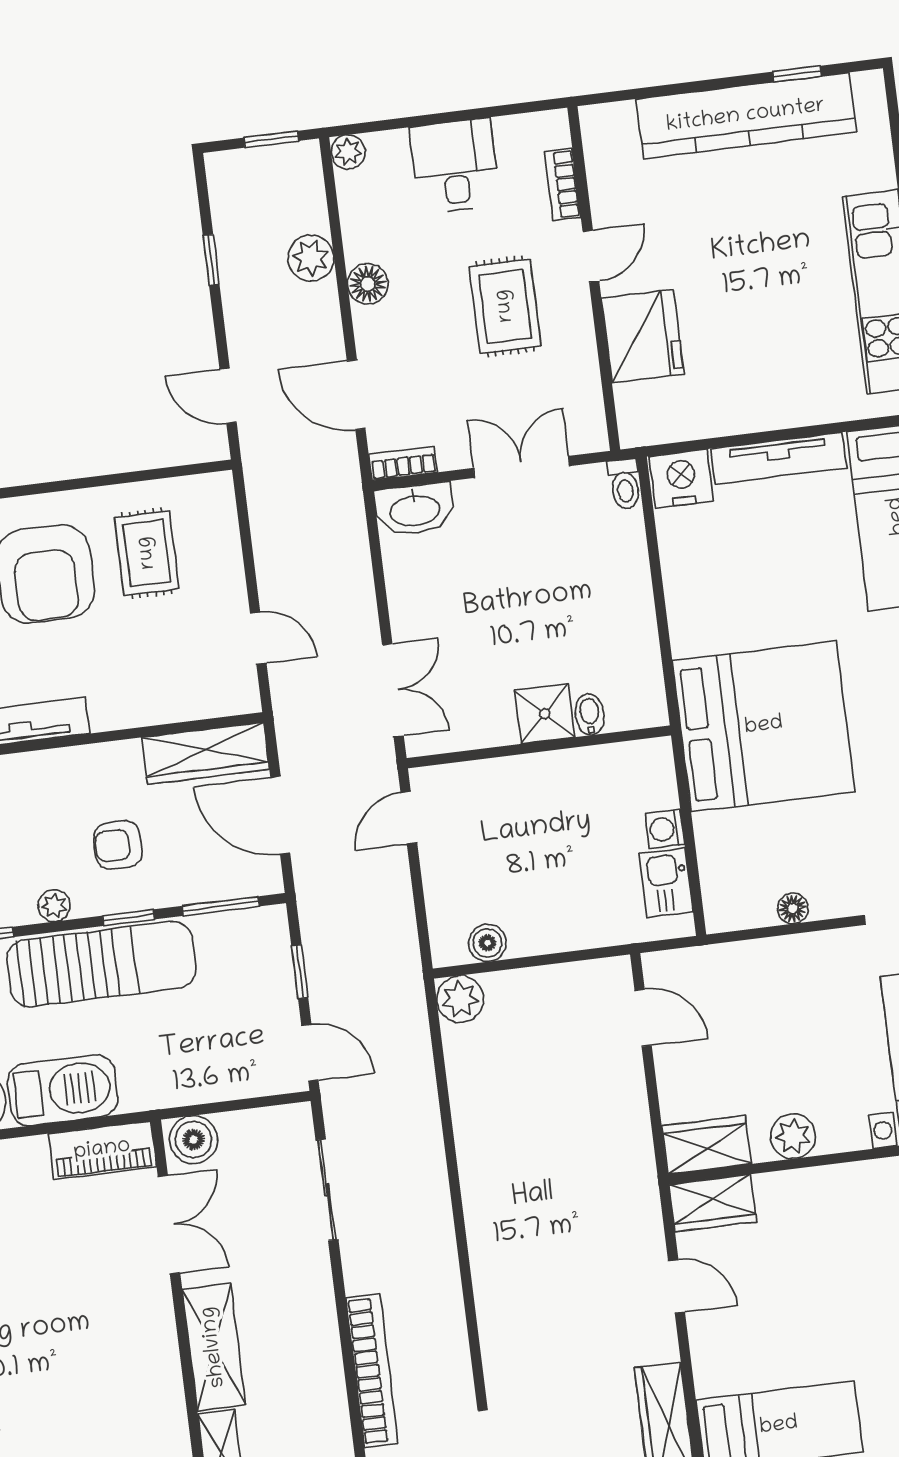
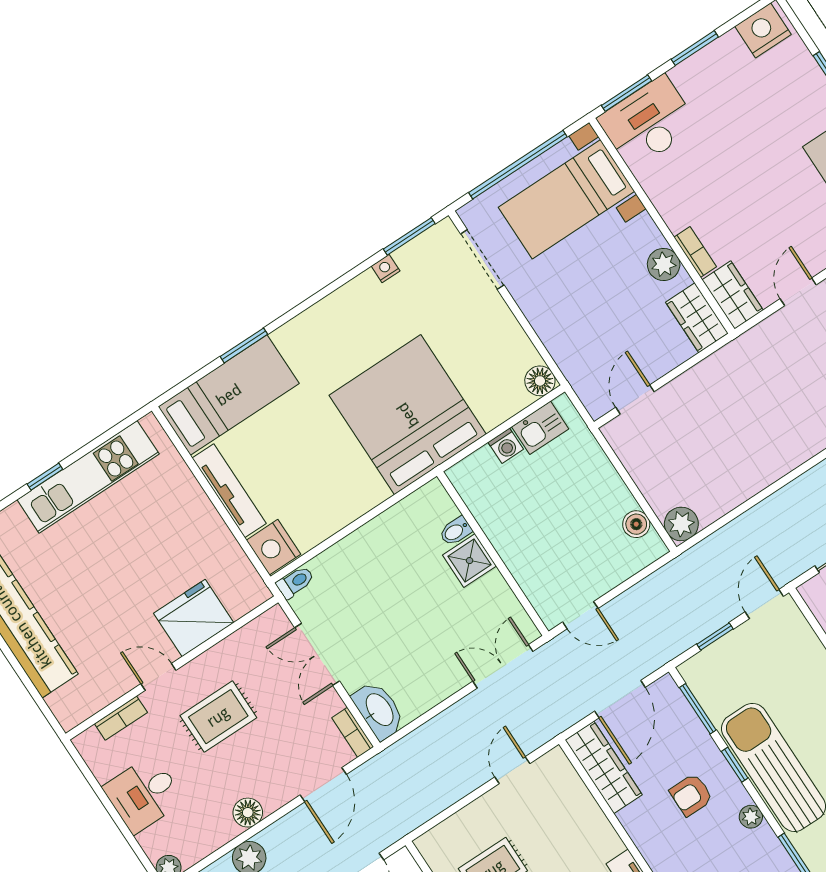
armchair: (118, 845) -> (691, 795), turned 90
floor lamp: (793, 908) -> (540, 381), moved, width x1.37, depth x1.37
bookcase: (789, 1183) -> (695, 252), added

